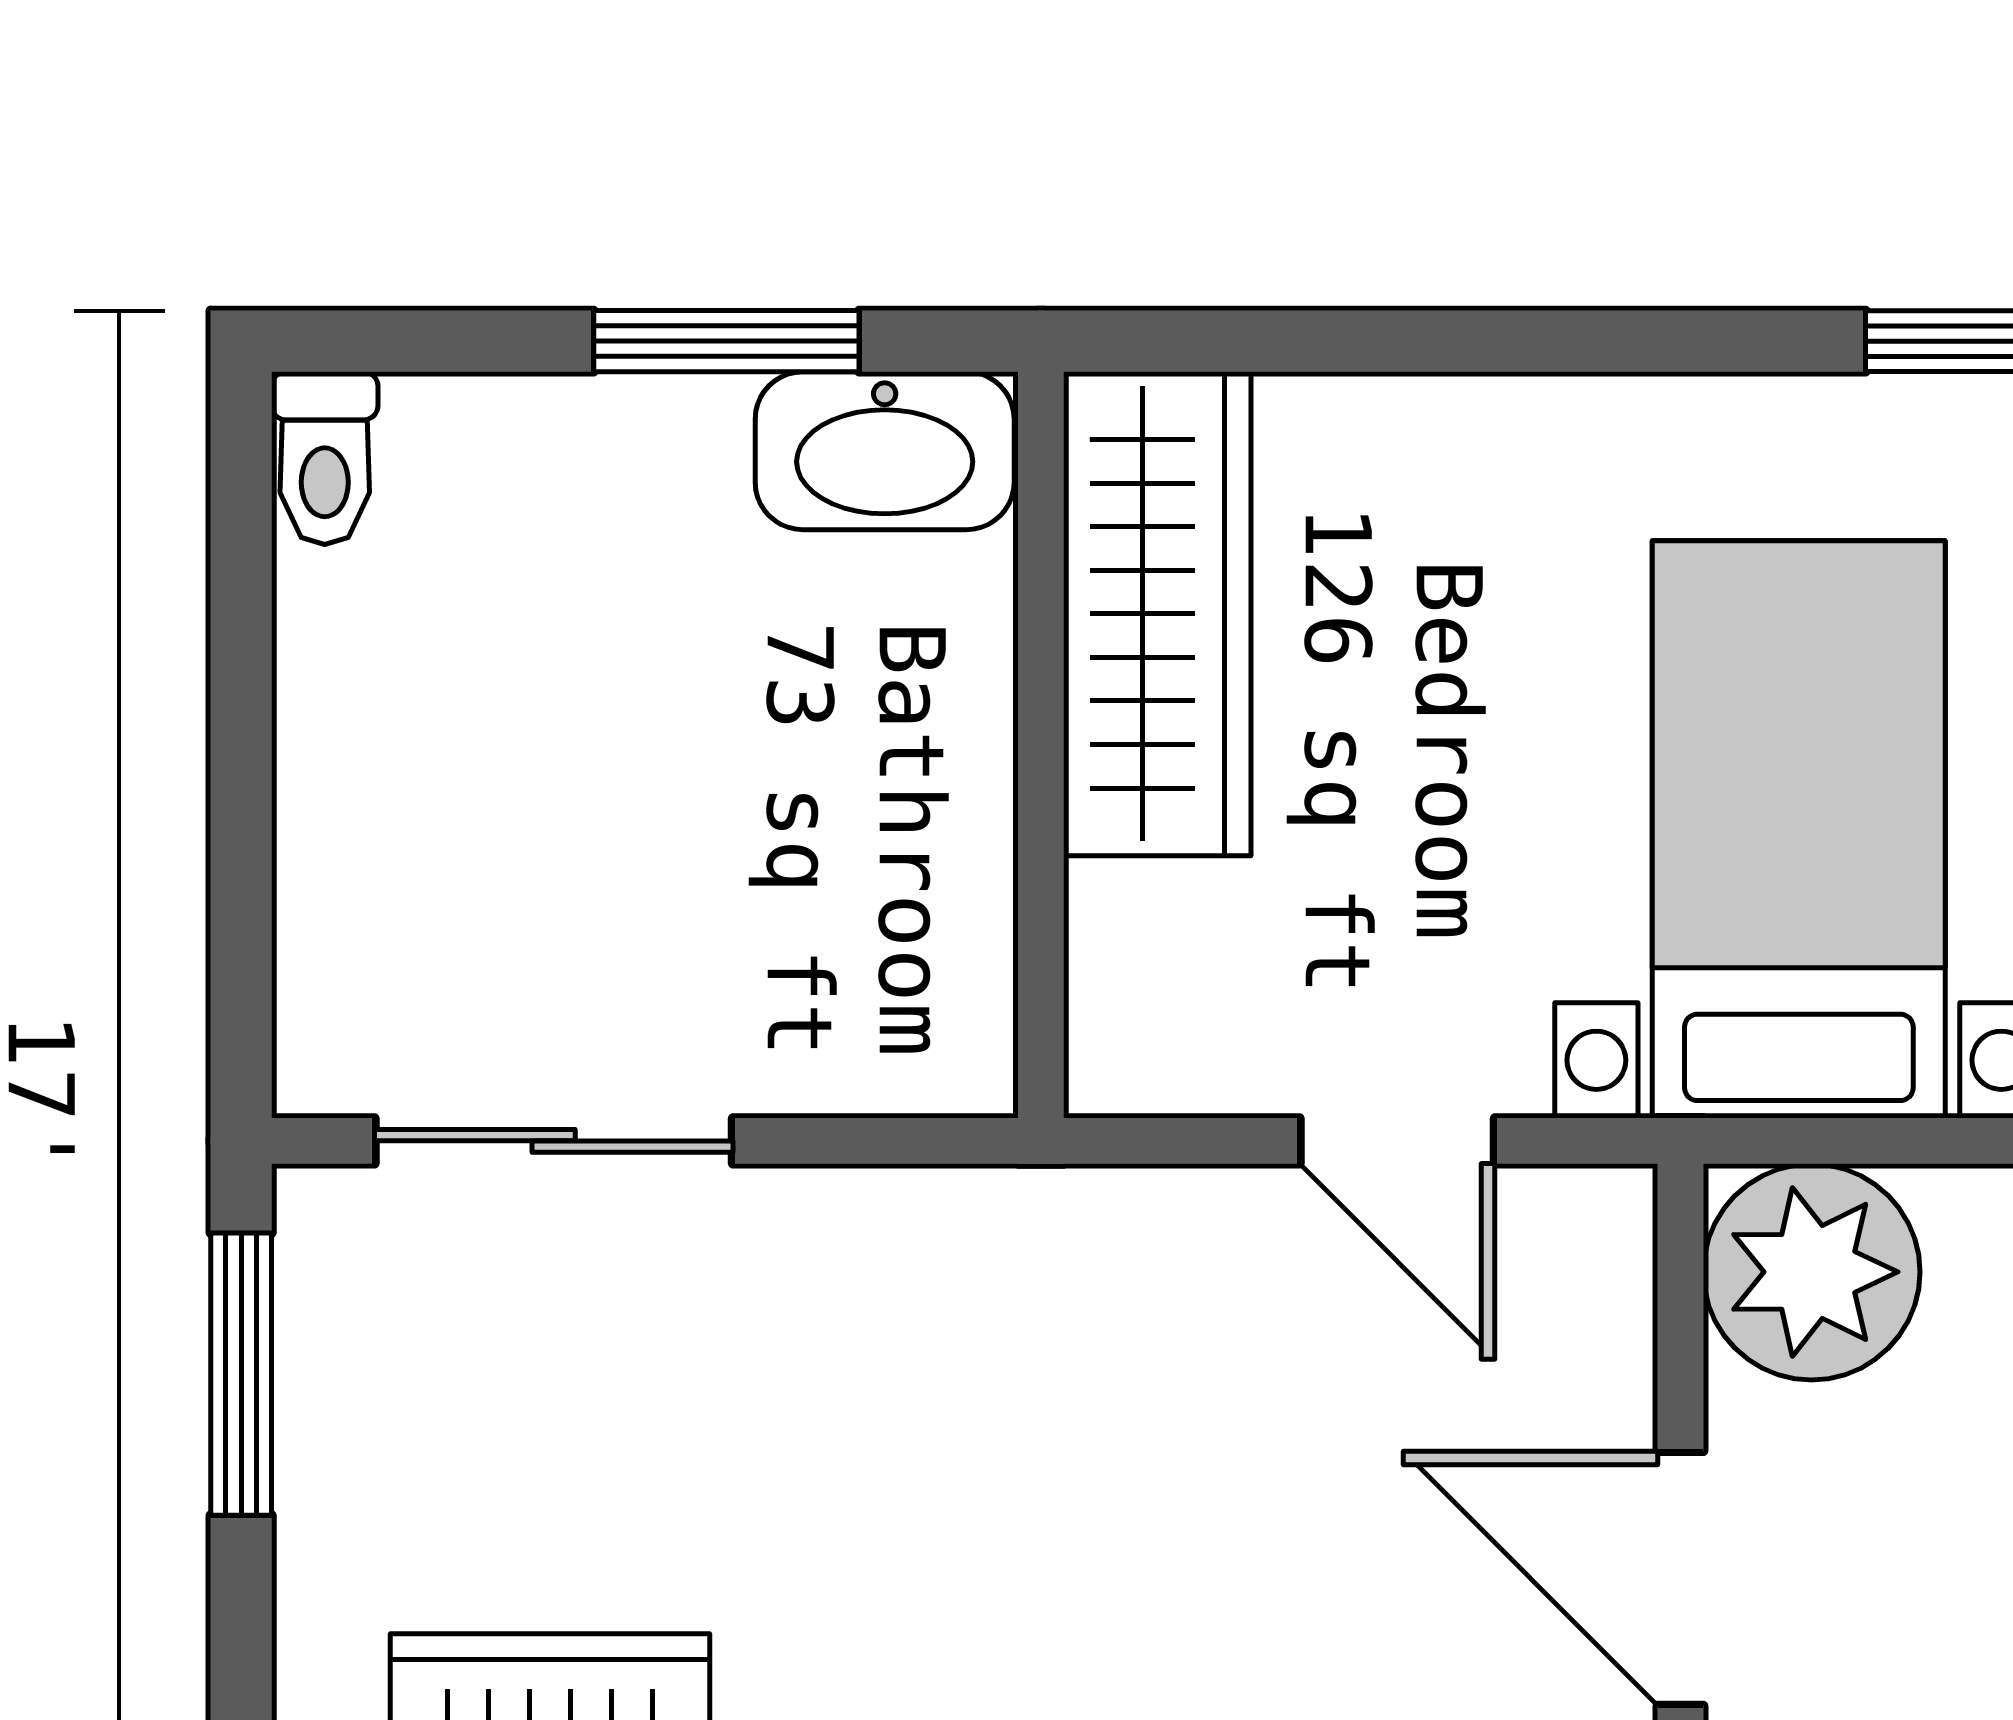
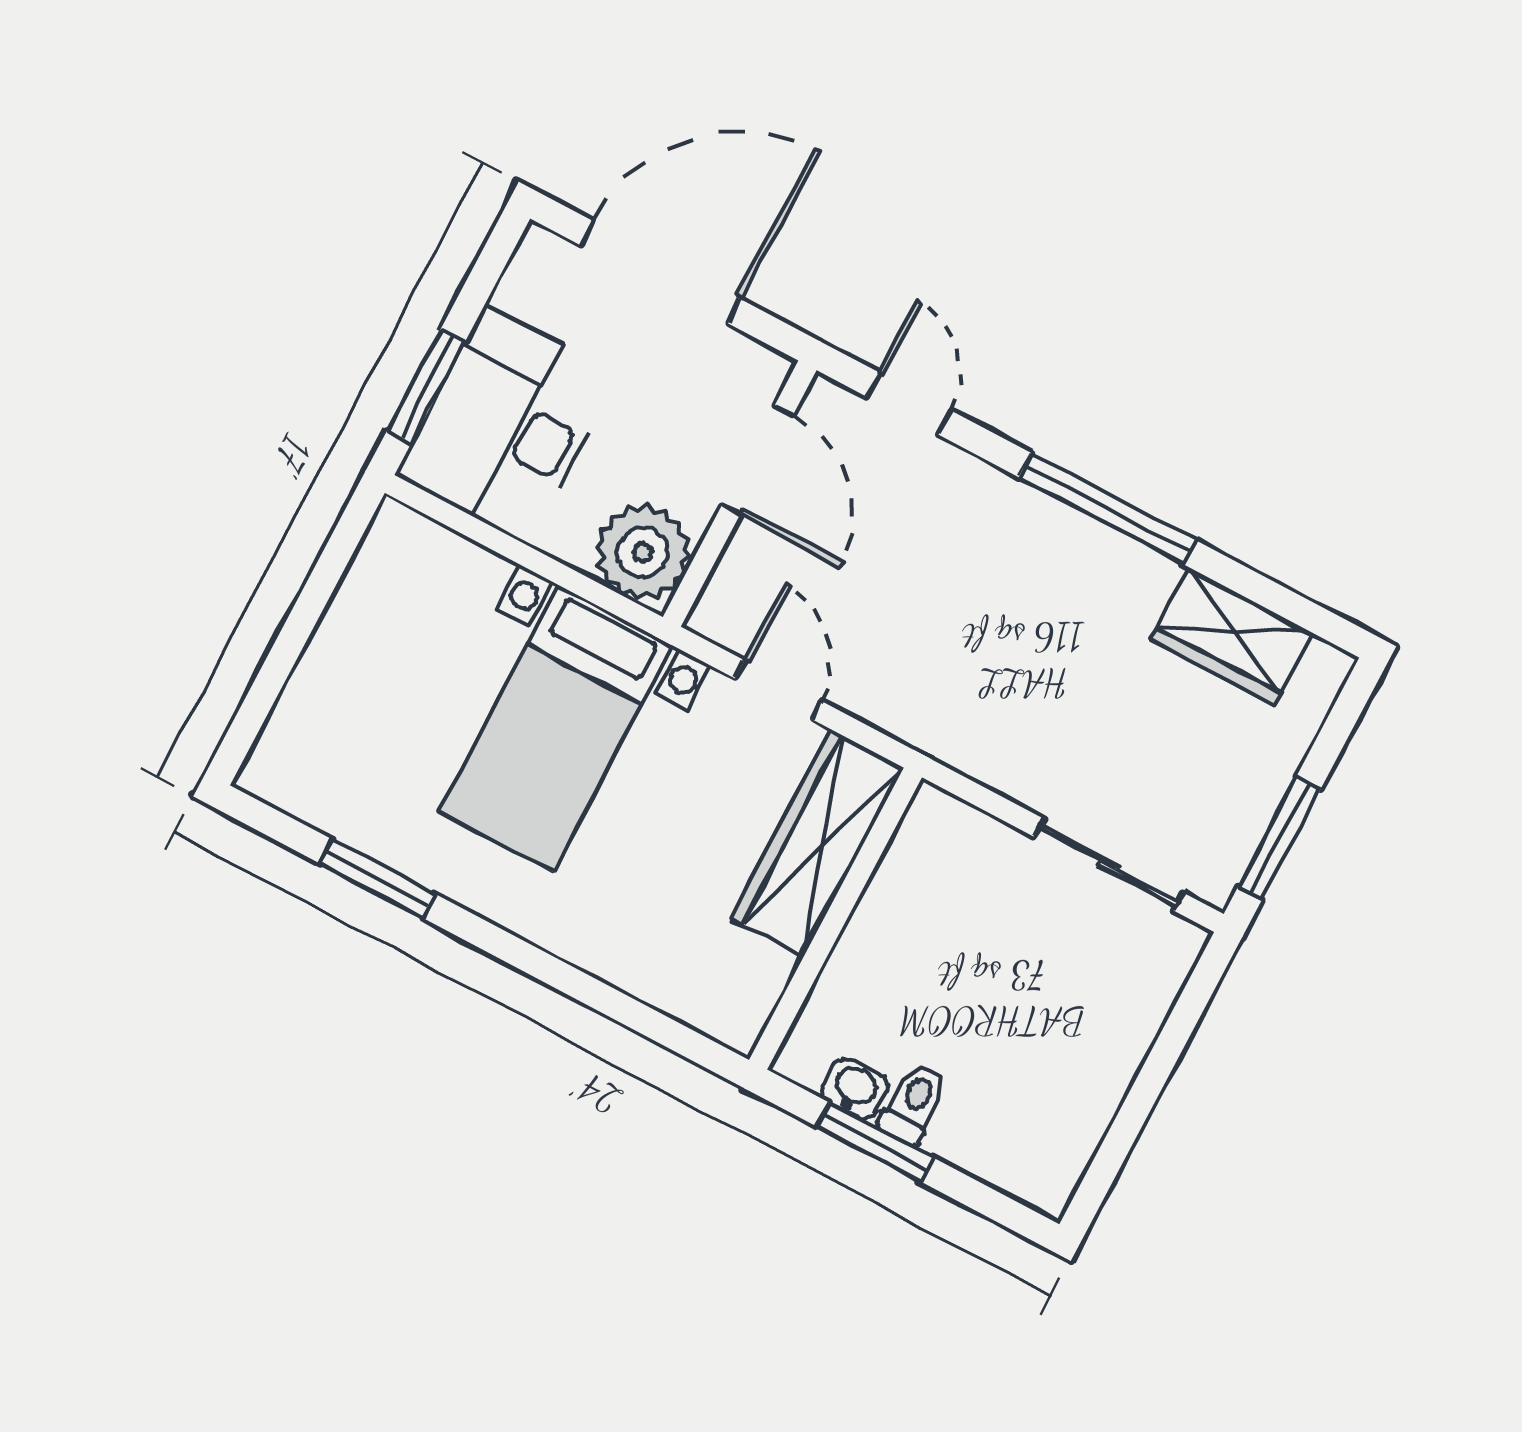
washbasin: (885, 451) -> (855, 1089), width x0.52, depth x0.69
toilet: (325, 458) -> (913, 1104), moved
wardrobe: (1157, 614) -> (817, 843), moved

